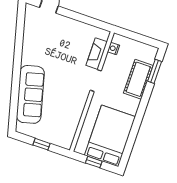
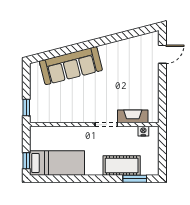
bed: (110, 136) -> (57, 163), width x0.67
window: (42, 144) -> (26, 107), moved
window: (94, 162) -> (26, 161), moved

